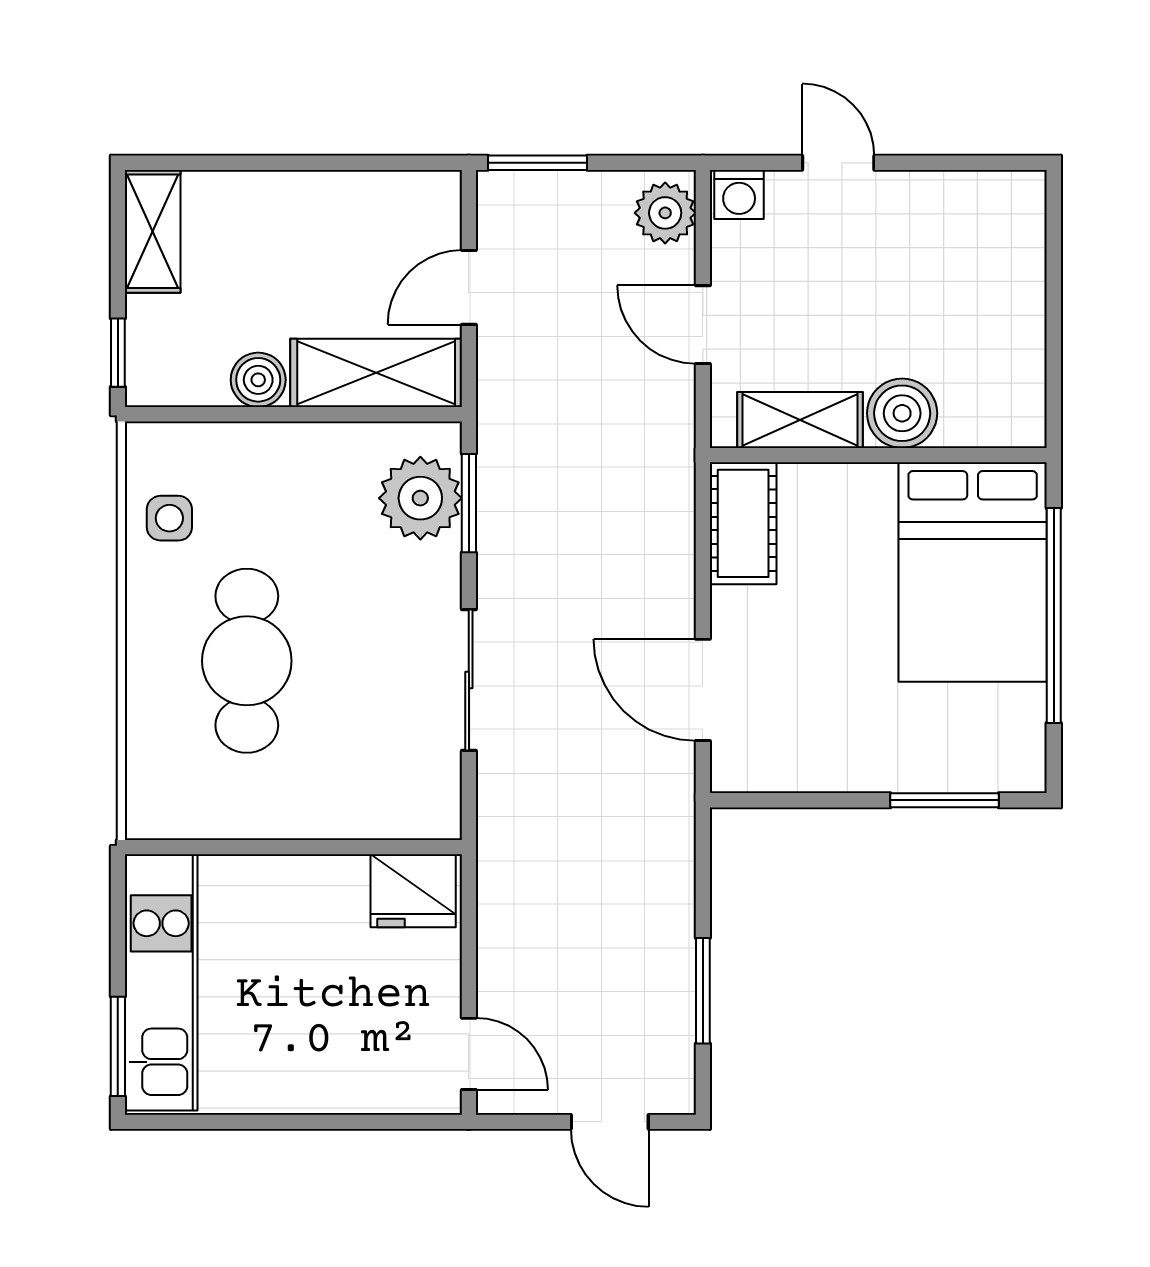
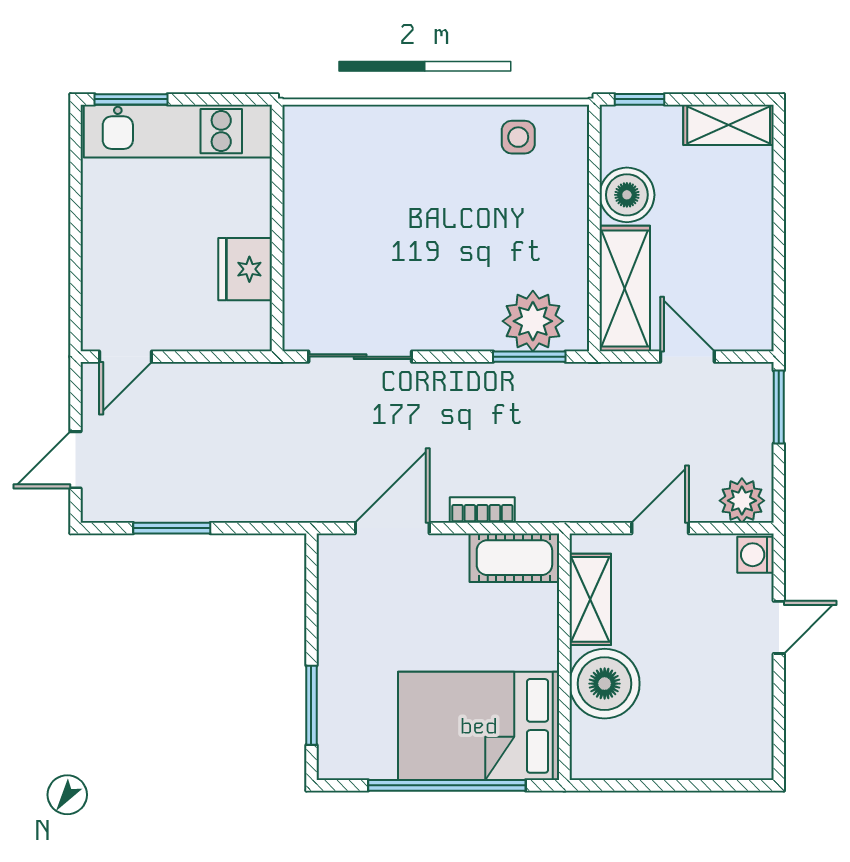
boiler: (258, 380) -> (627, 195), width x1.36, depth x1.36
boiler: (902, 413) -> (605, 684), width x1.37, depth x1.37
bookcase: (678, 567) -> (482, 510), added
cafe table: (247, 661) -> (414, 194), removed
sliding door: (469, 680) -> (360, 357), moved
fridge: (413, 891) -> (245, 269), moved

